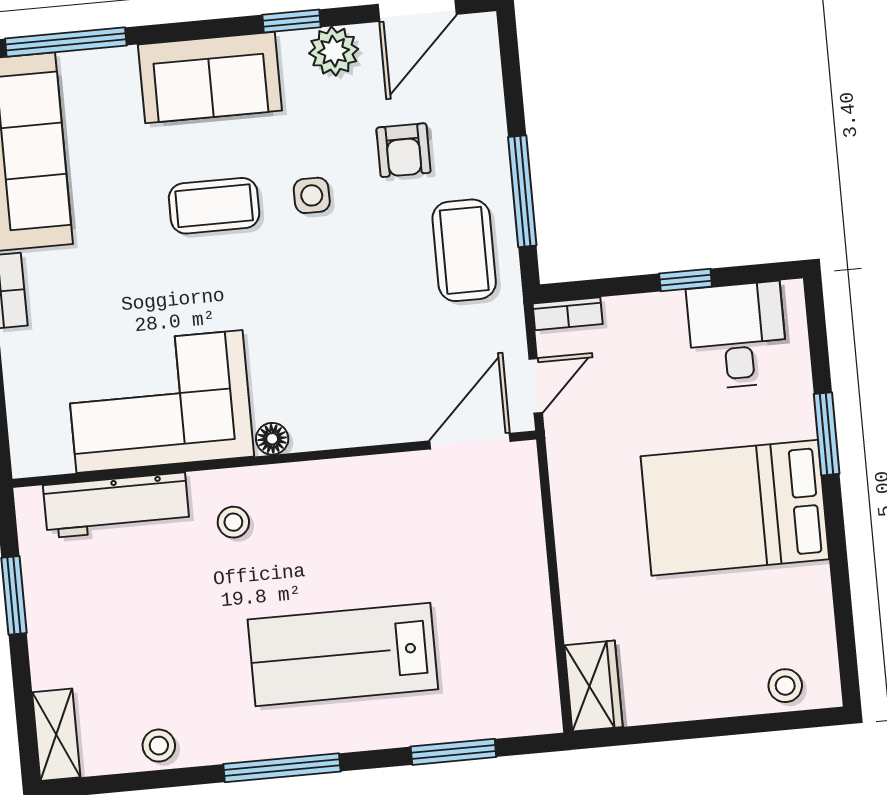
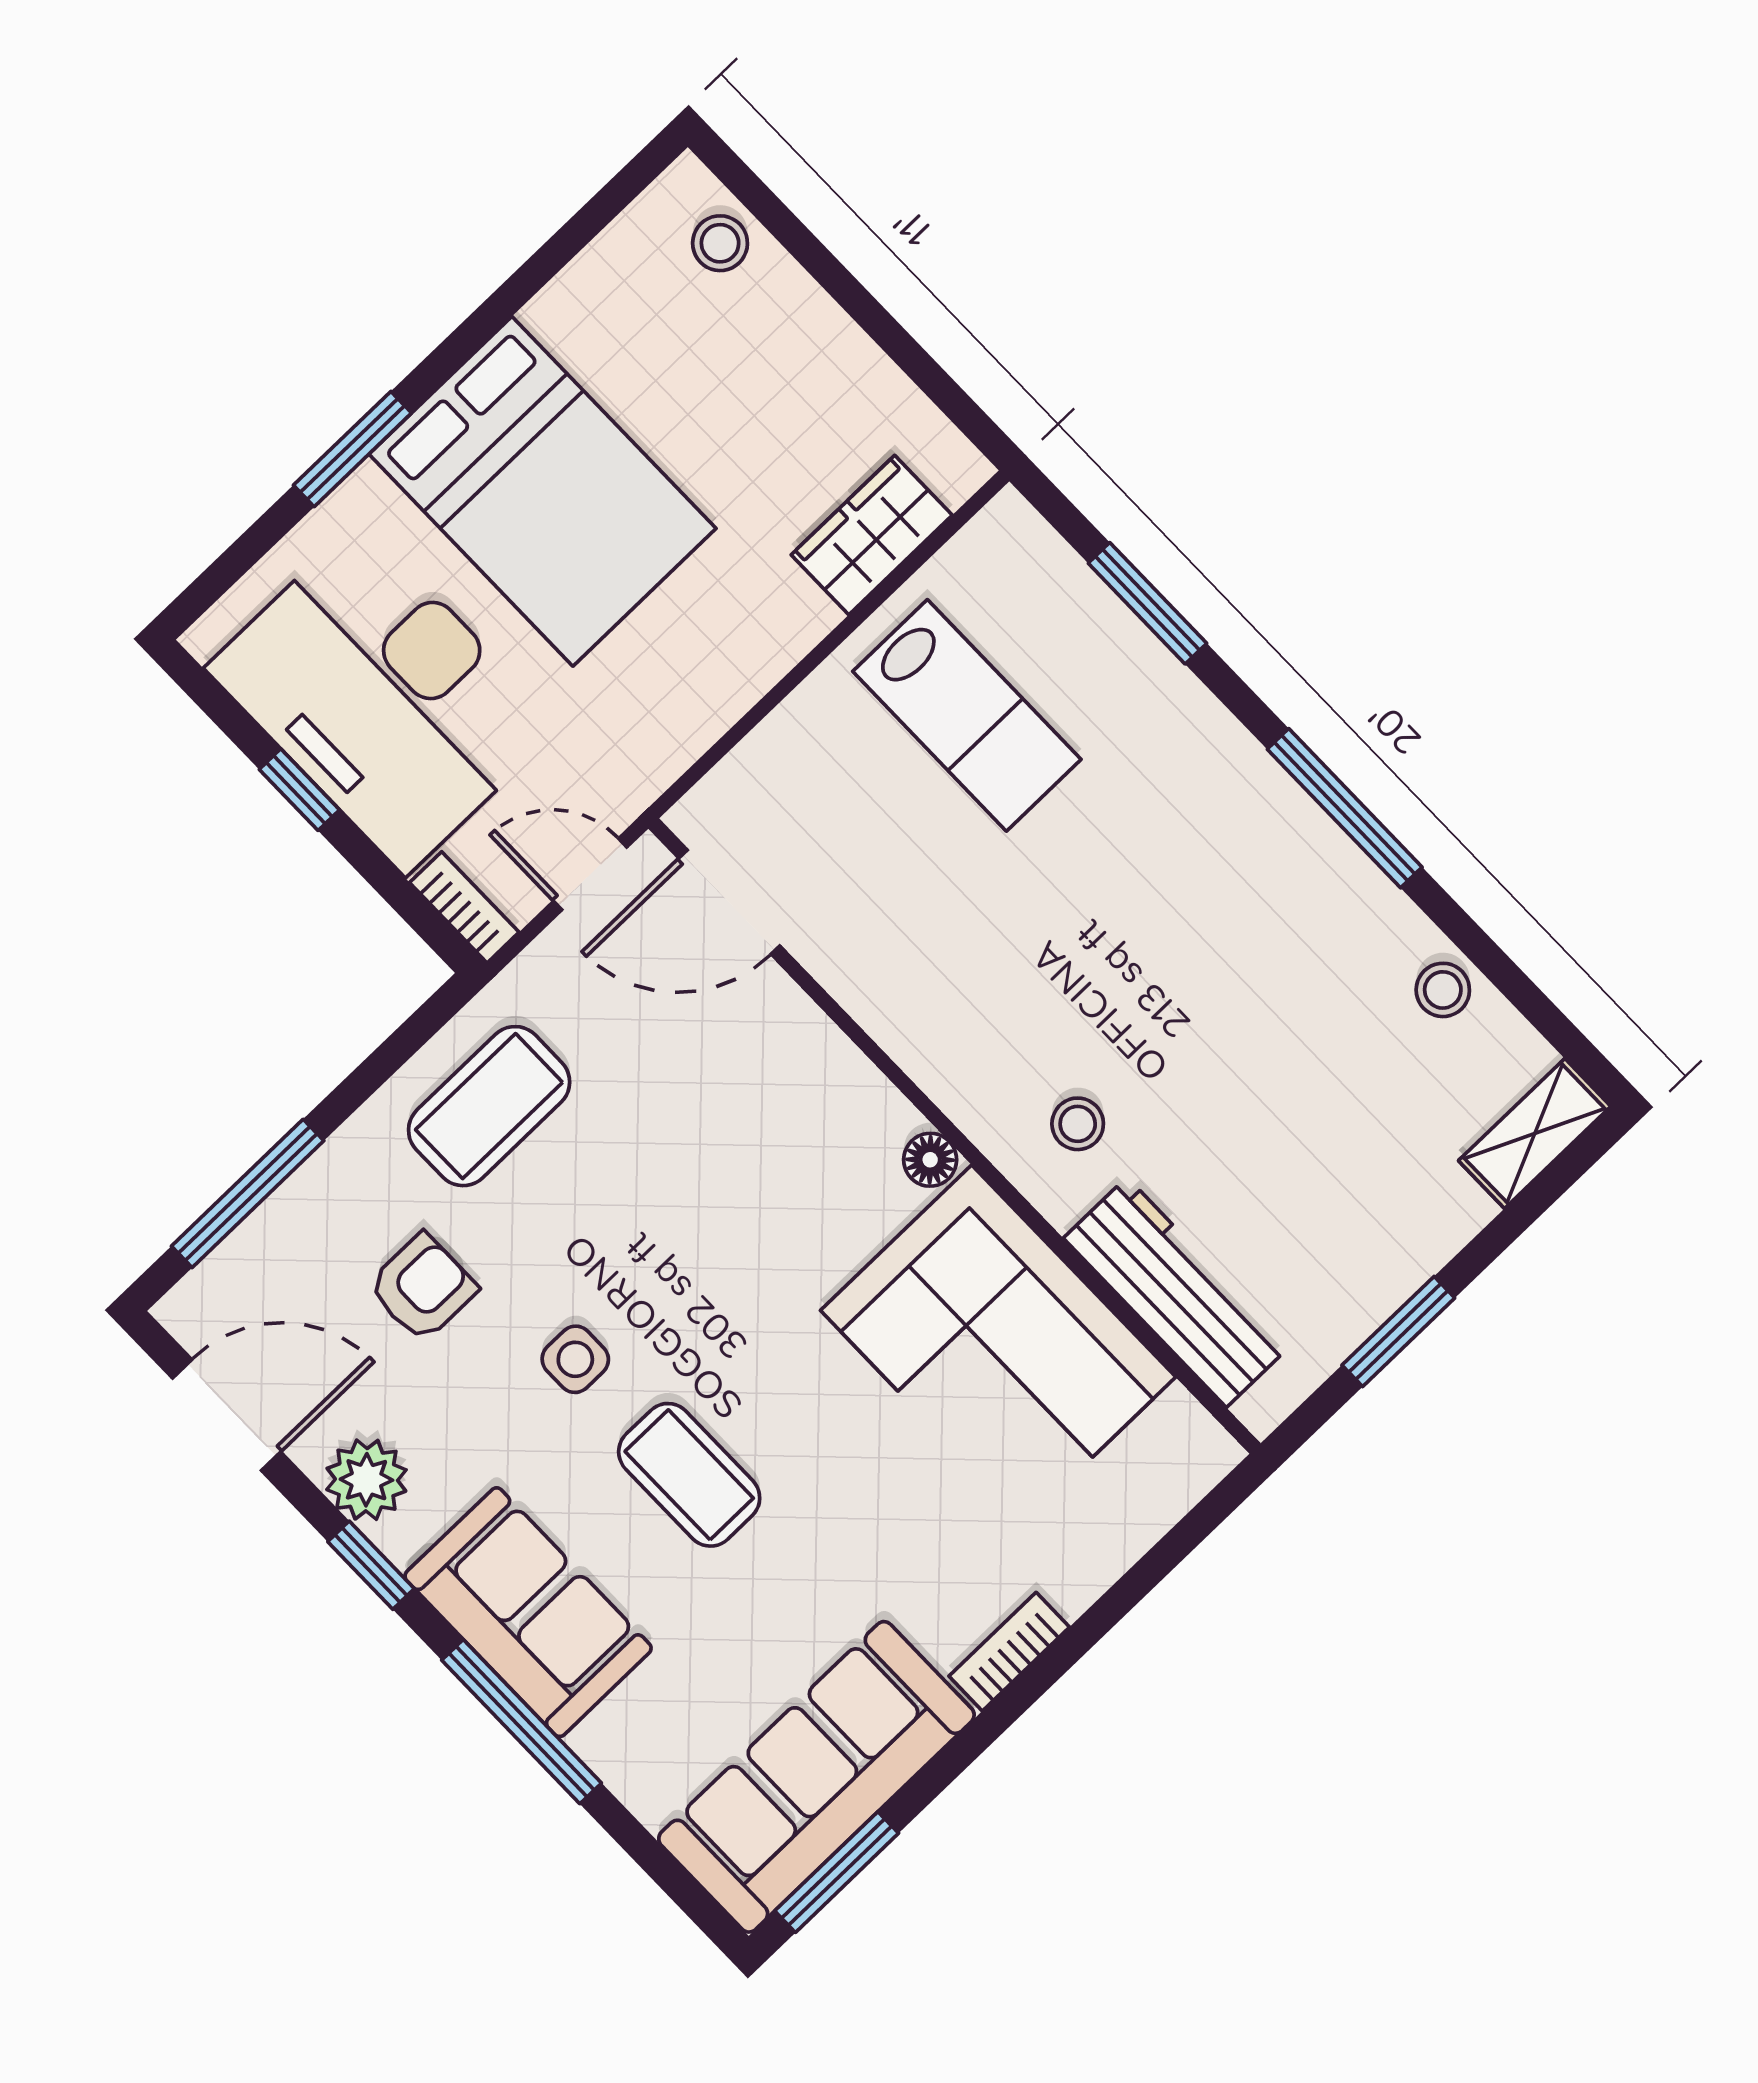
window: (66, 42) -> (522, 1722), moved
window: (522, 191) -> (248, 1193), moved
desk: (737, 335) -> (383, 697), width x1.87, depth x1.30
lab bench: (343, 654) -> (967, 715), moved, width x0.73, depth x0.72
wardrobe: (593, 686) -> (872, 535), moved

